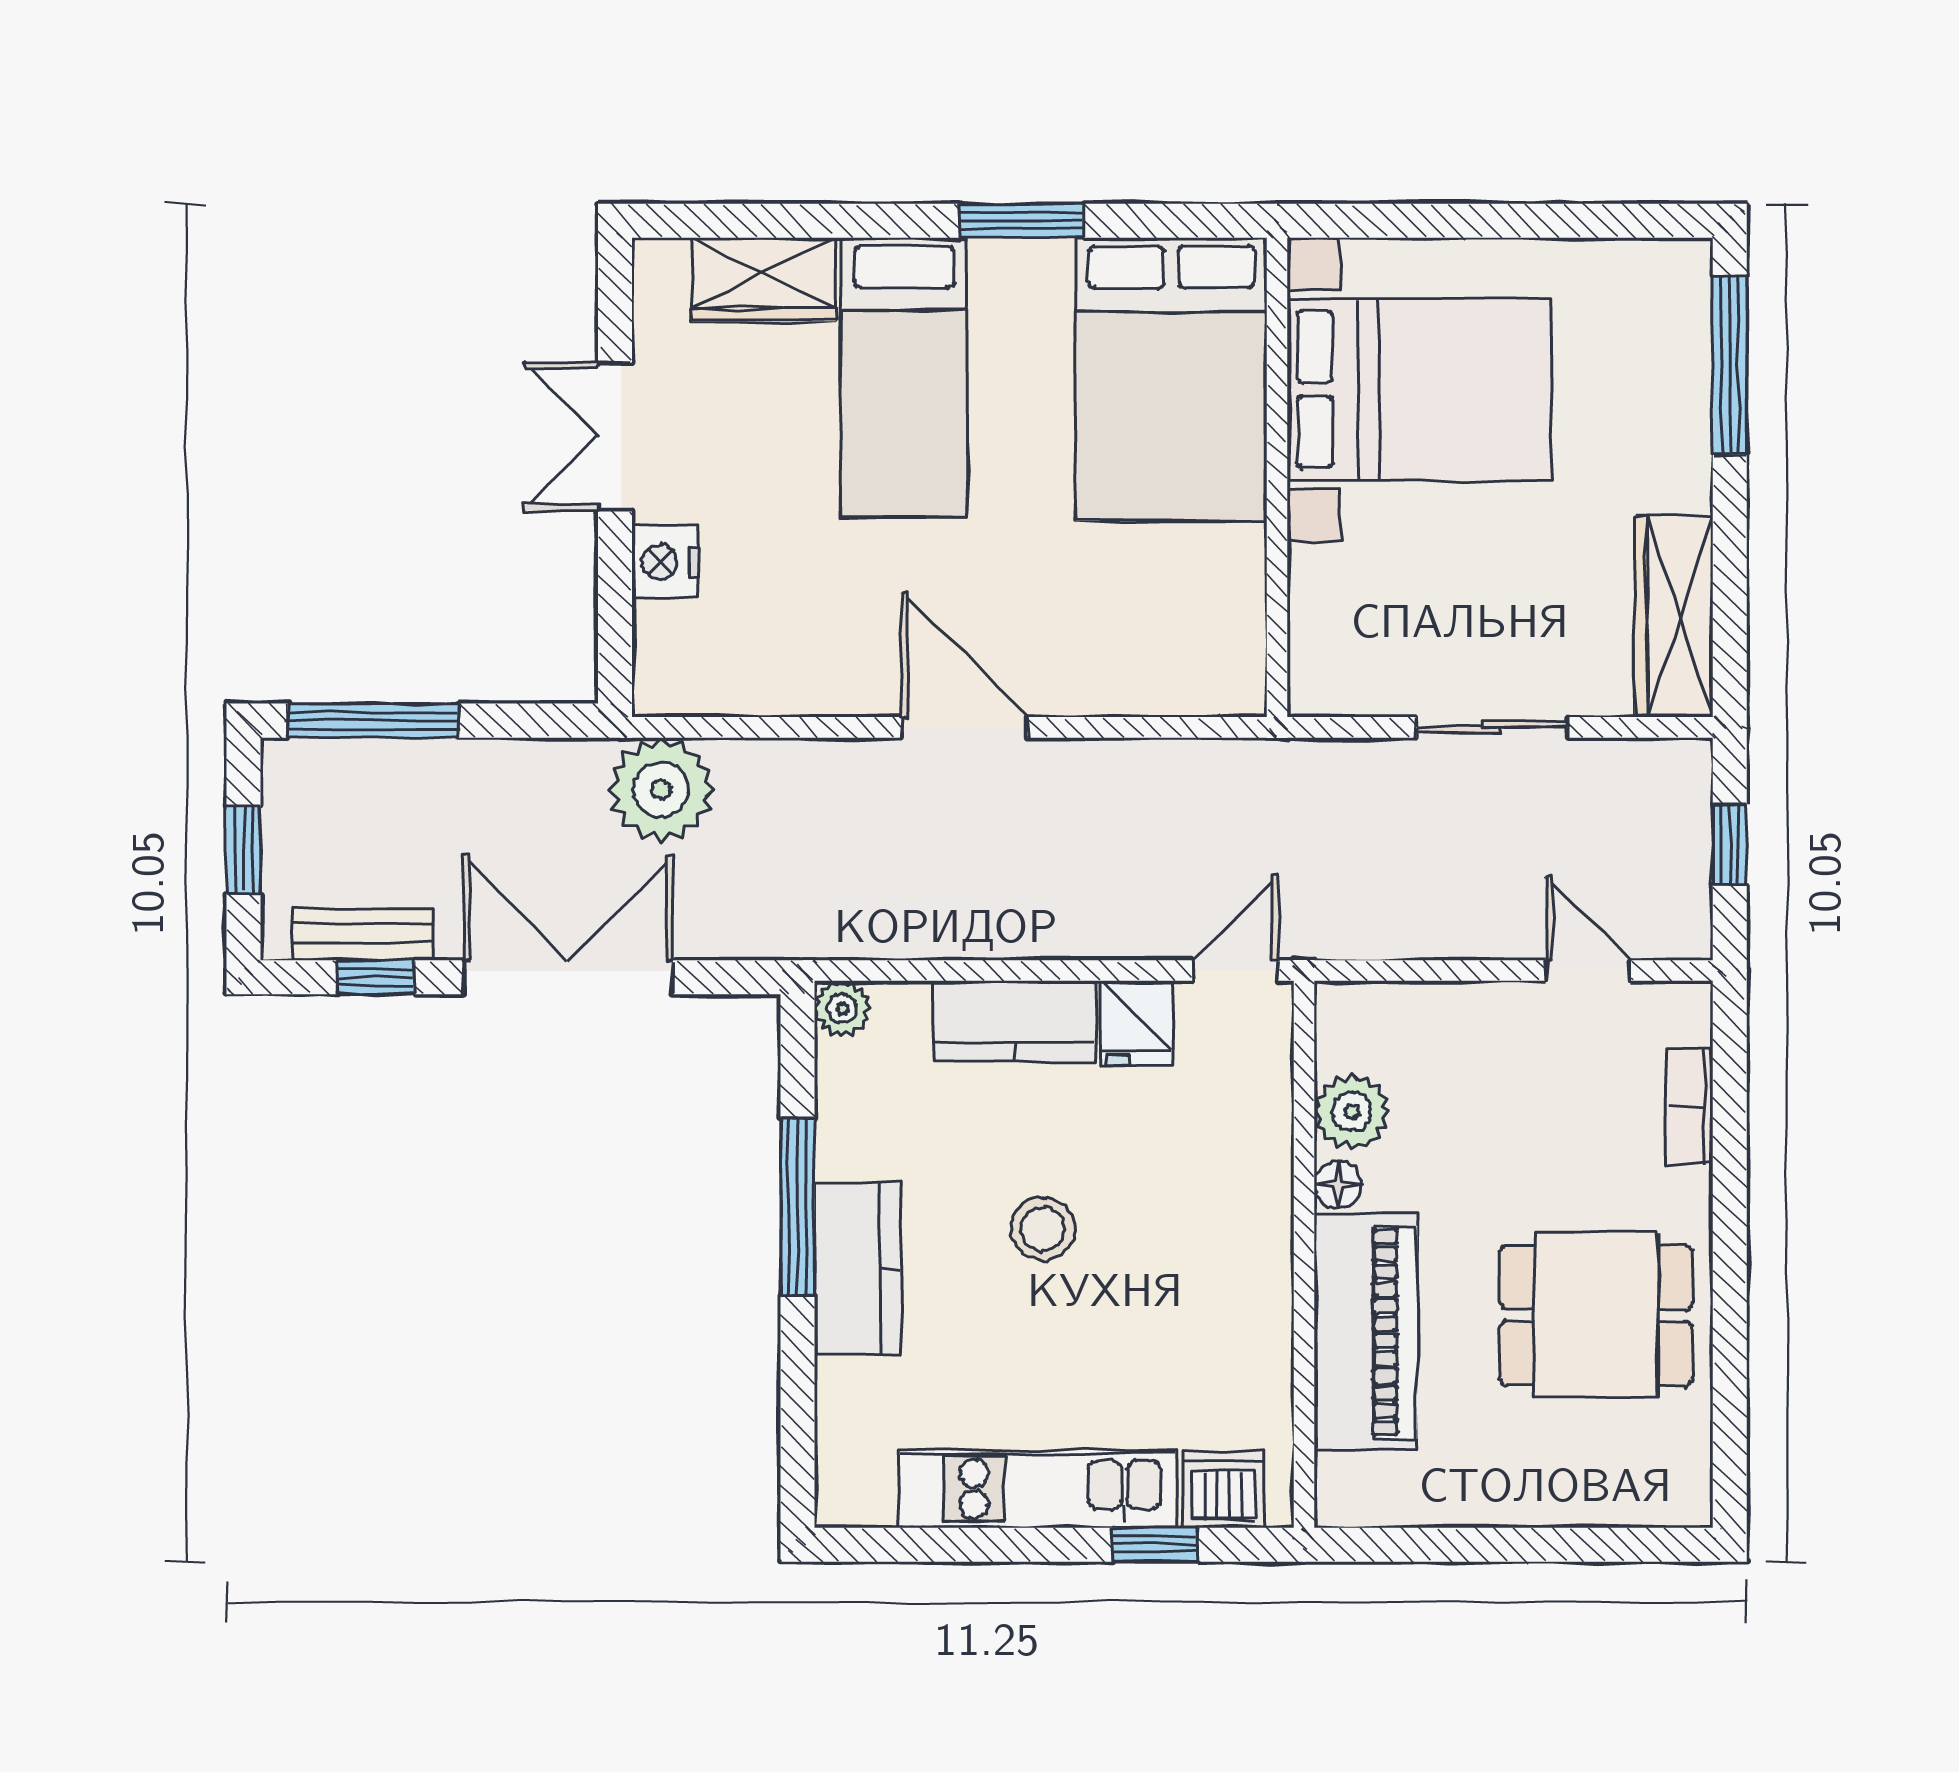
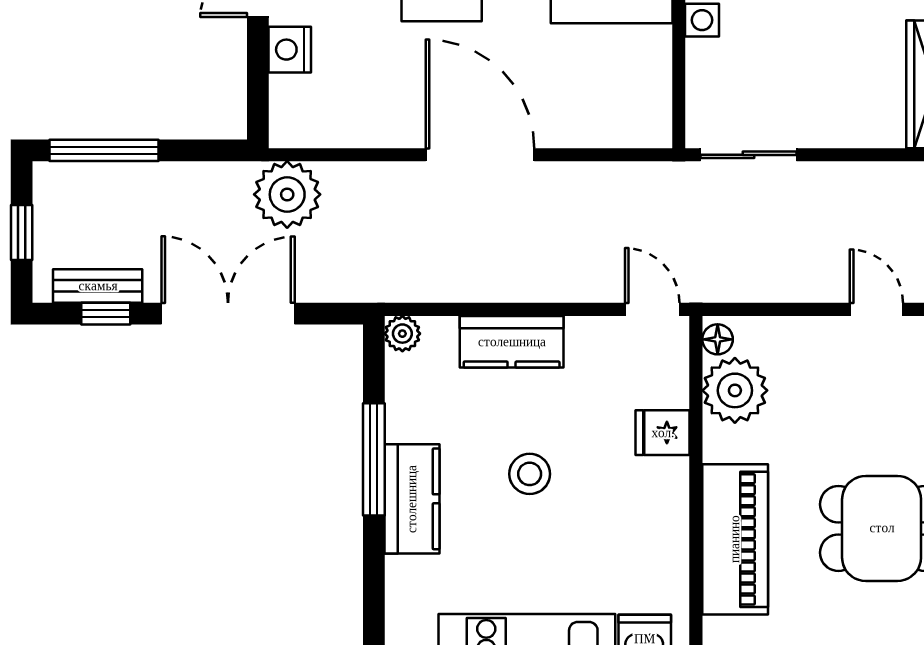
door: (964, 727) -> (480, 155), width x1.36
sliding door: (1492, 727) -> (748, 155), moved
door: (1235, 971) -> (652, 309), hinge flipped
fridge: (1137, 1023) -> (663, 433), moved, turned 90
plant: (1352, 1112) -> (735, 390), width x1.36, depth x1.36
floor lamp: (1338, 1185) -> (718, 339), moved

